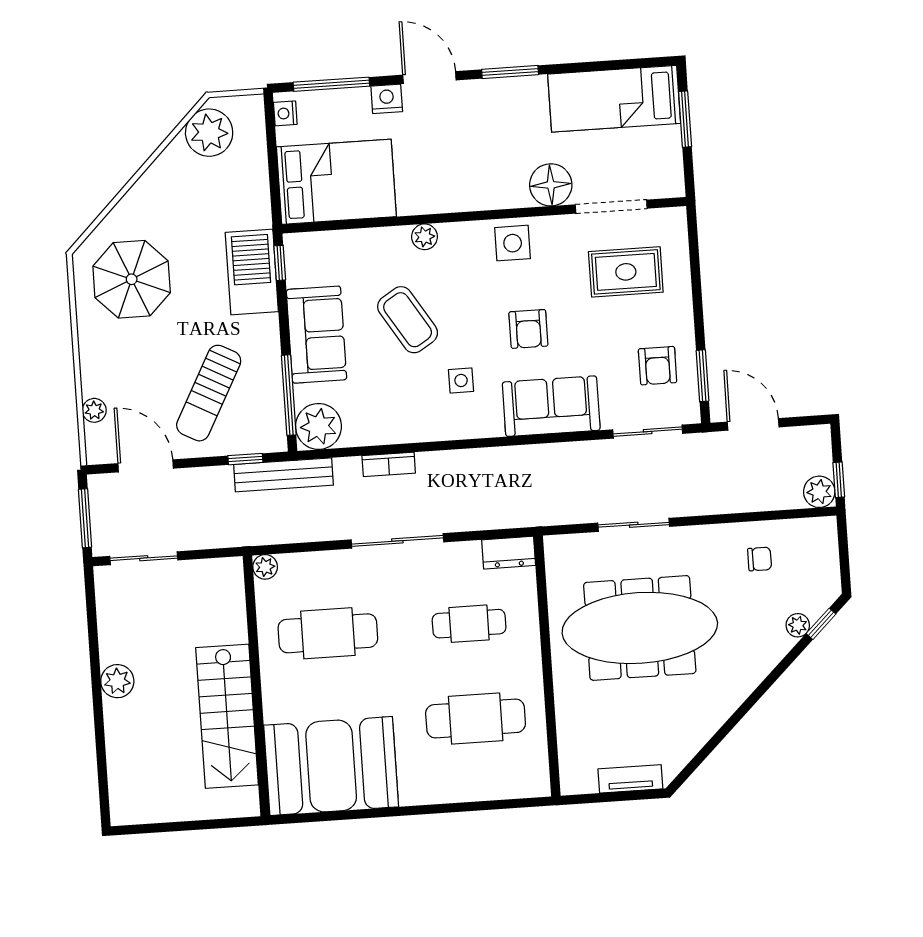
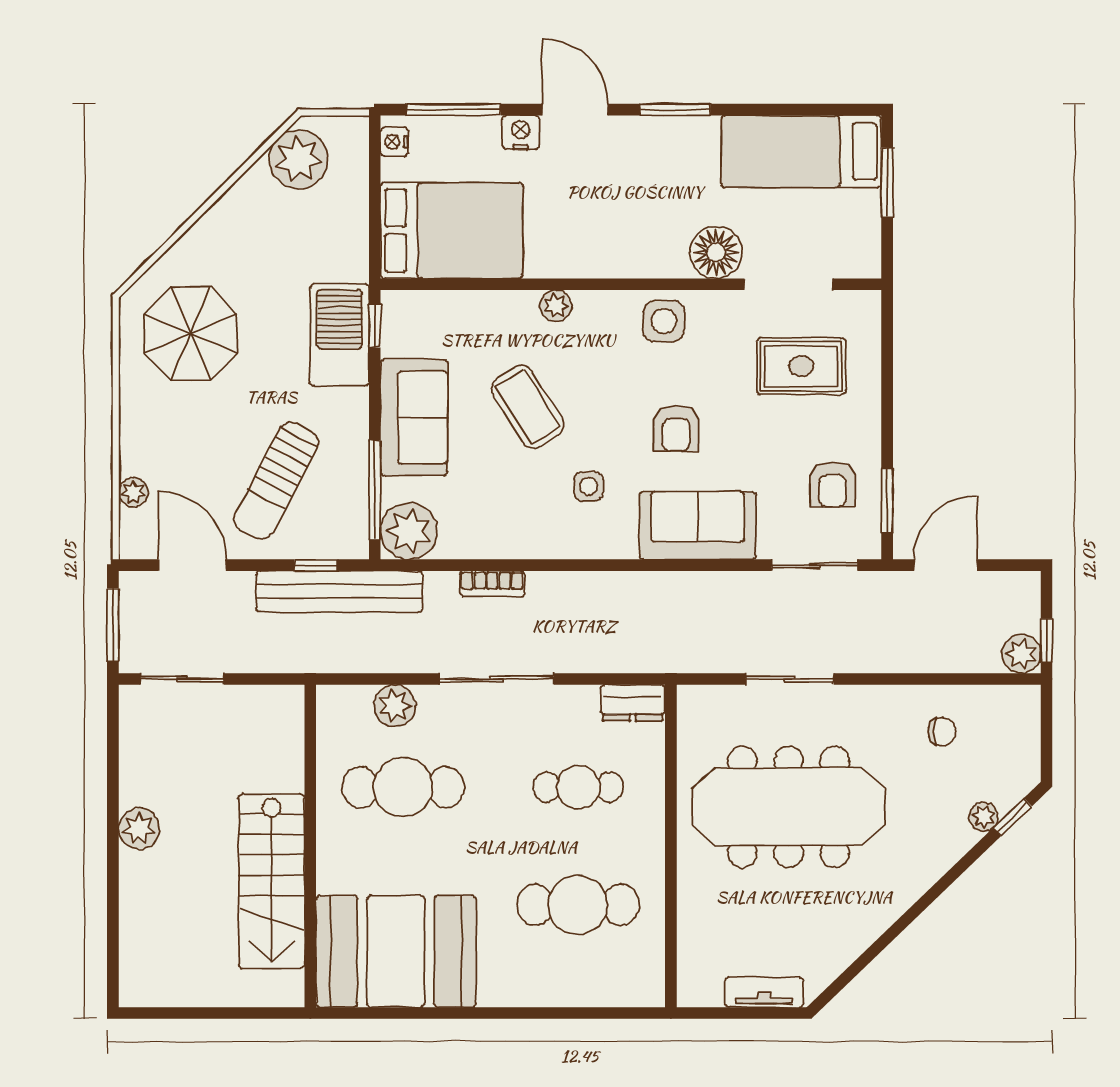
door: (753, 424) -> (946, 565), hinge flipped
bench: (283, 475) -> (339, 591), width x1.37, depth x1.21
plant: (265, 567) -> (395, 706), moved, width x1.38, depth x1.38

